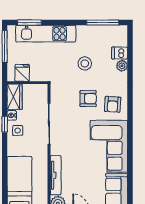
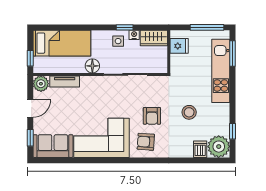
window: (103, 23) -> (233, 131), width x0.46
plant: (122, 66) -> (219, 147), moved, width x1.88, depth x1.88
floor lamp: (41, 155) -> (92, 66), added
tv unit: (56, 175) -> (65, 81), width x0.71

